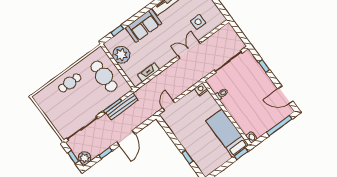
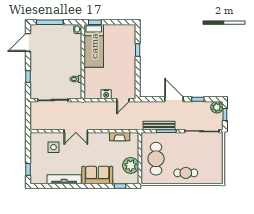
nightstand: (201, 89) -> (106, 94), moved
door: (285, 95) -> (28, 42), swing flipped
door: (126, 138) -> (174, 99), hinge flipped

